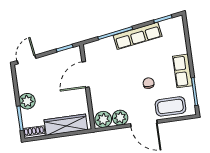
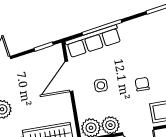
row of seats: (138, 36) -> (93, 41), moved
side table: (113, 83) -> (101, 85), added

